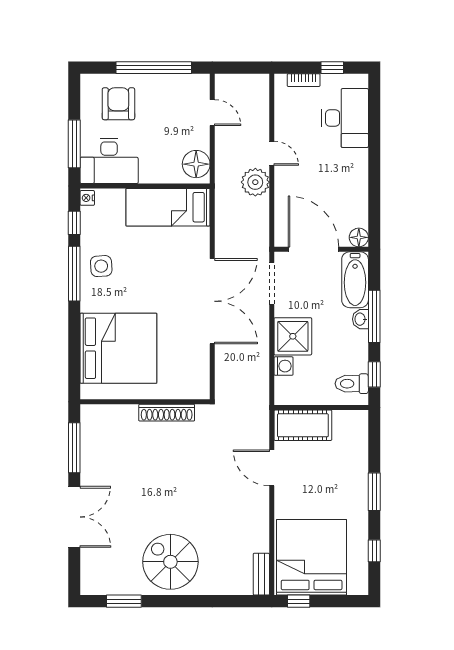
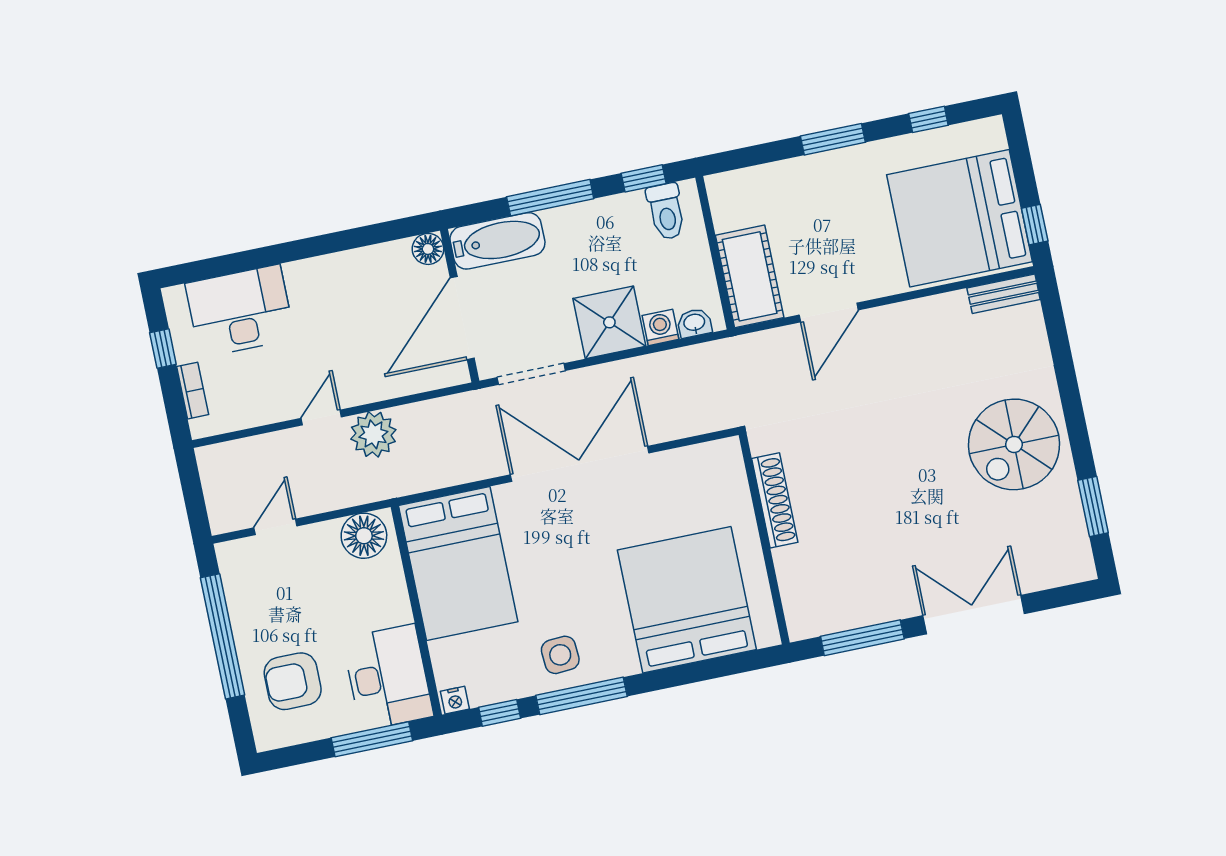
bed: (168, 207) -> (458, 564), width x1.50
washbasin: (360, 319) -> (694, 323), moved, turned 180

